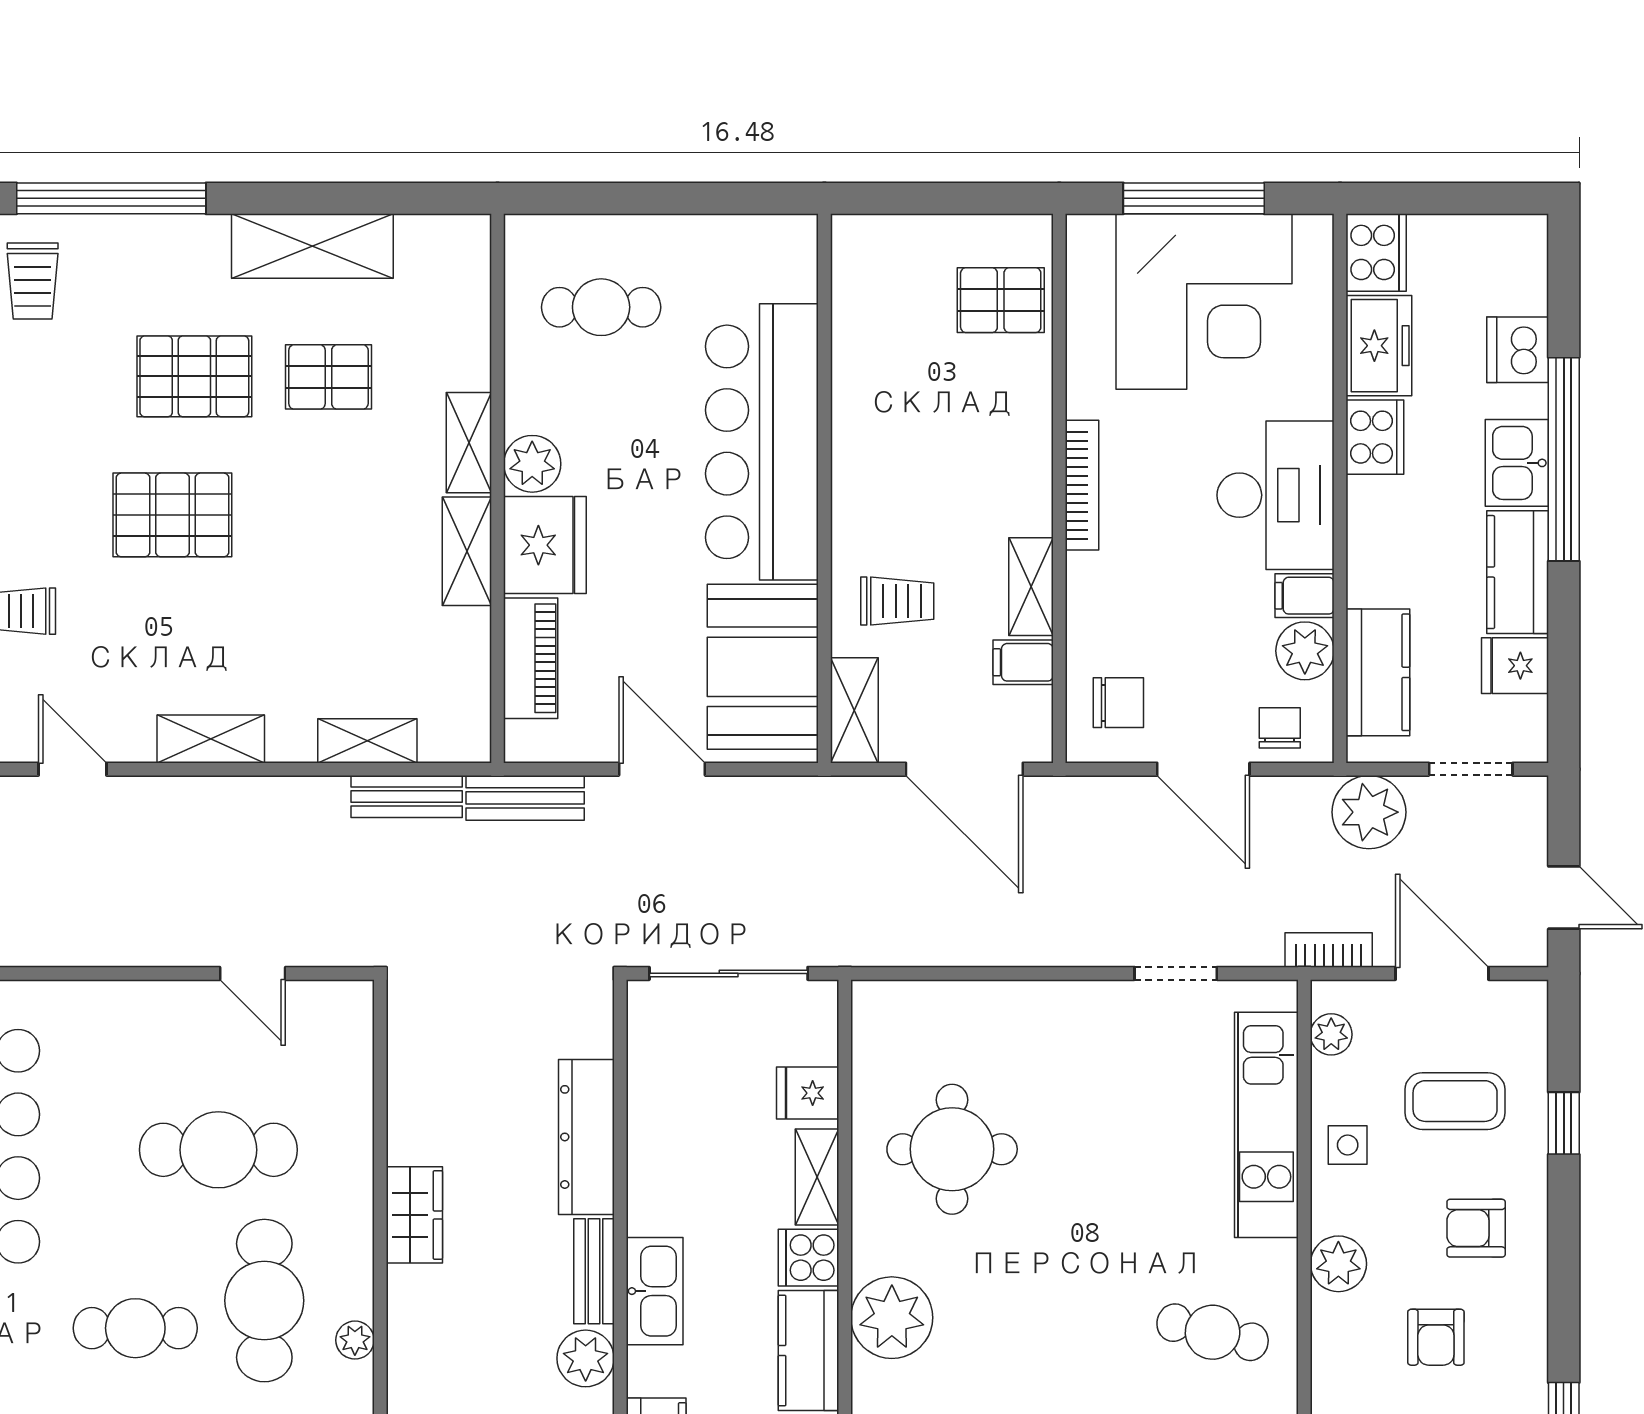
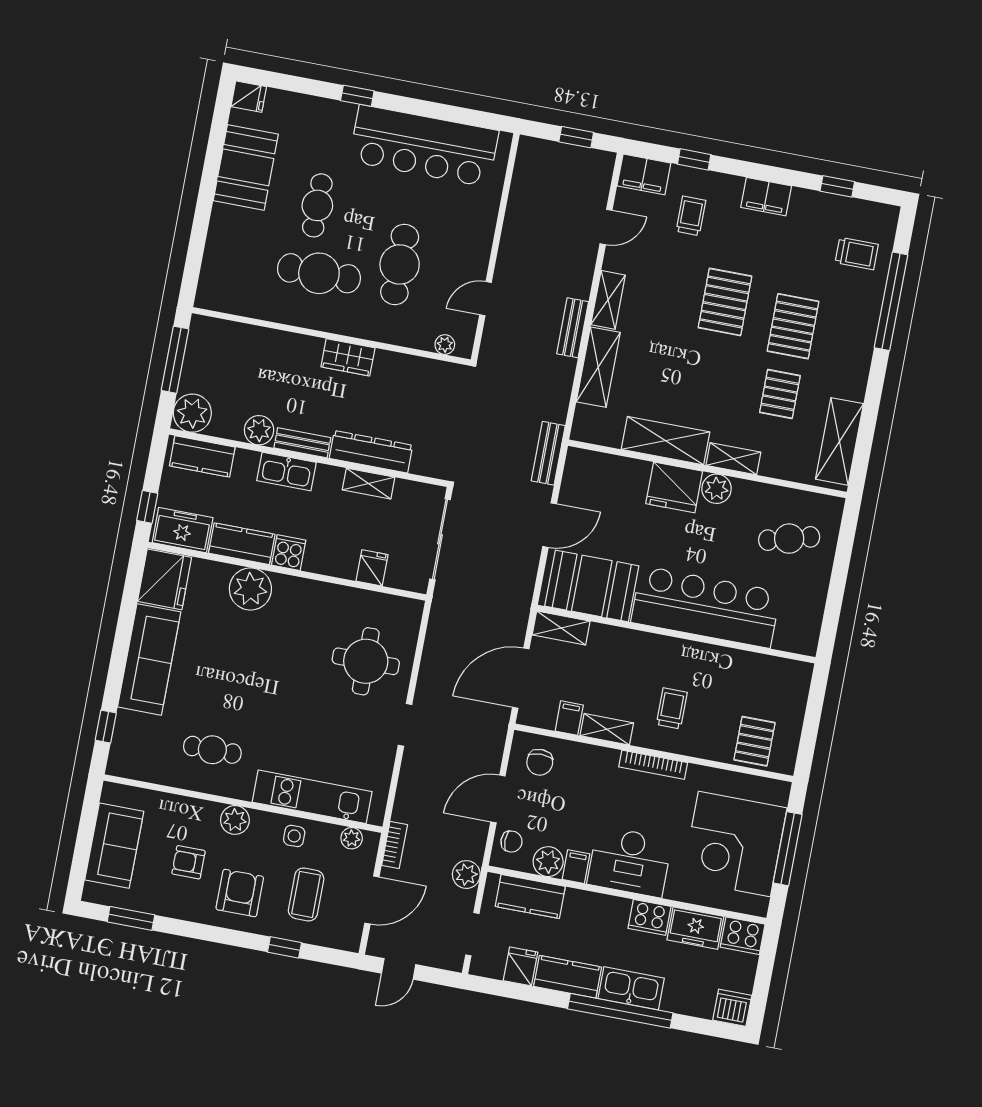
shelving: (312, 246) -> (840, 441), moved
trolley: (33, 281) -> (857, 254), turned 180
cafe table: (601, 307) -> (789, 539), turned 75
dishwasher: (1518, 350) -> (732, 1008), moved
kitchen sink: (1517, 463) -> (631, 988), width x1.38
shelving: (467, 551) -> (666, 441), width x1.50, depth x1.33
trolley: (897, 601) -> (672, 708), moved, turned 180
piano: (531, 658) -> (618, 469), removed
shelving: (367, 741) -> (598, 367), width x1.50, depth x1.33
bench: (407, 797) -> (573, 328), moved
plant: (1369, 812) -> (466, 875), width x0.73, depth x0.73
doorway: (1176, 973) -> (405, 725), moved
round table: (952, 1149) -> (366, 661), moved
shelving: (817, 1177) -> (369, 484), moved
armchair: (1476, 1228) -> (240, 893), width x1.38, depth x1.38
cafe table: (1213, 1332) -> (212, 750), turned 76
plant: (355, 1340) -> (445, 345), moved

